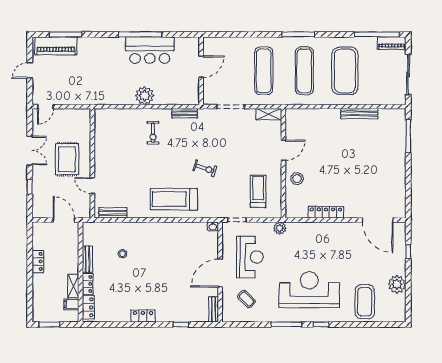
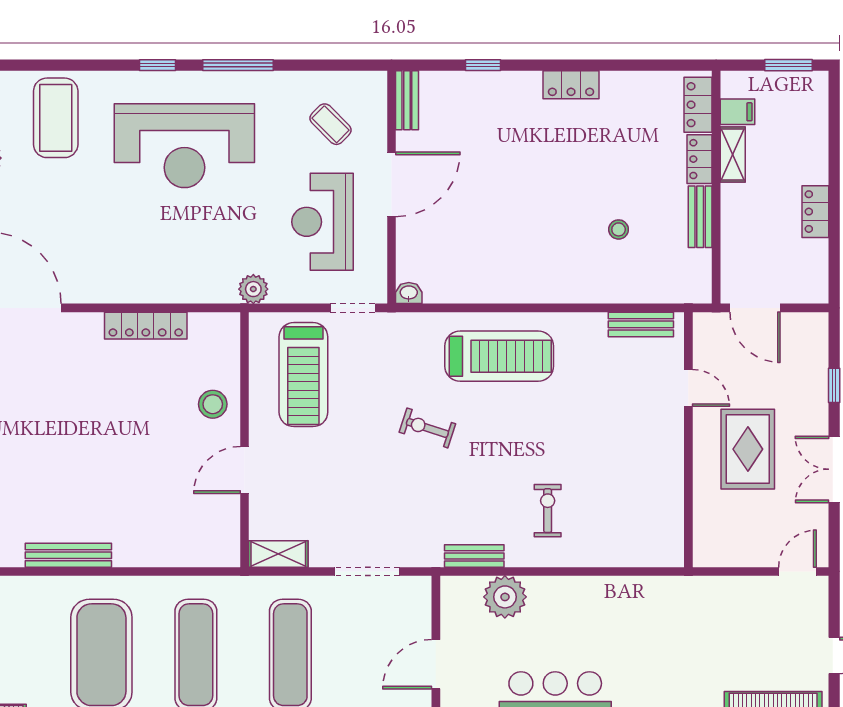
plant: (145, 96) -> (505, 597), moved
treadmill: (258, 191) -> (303, 375), width x1.37, depth x1.38

